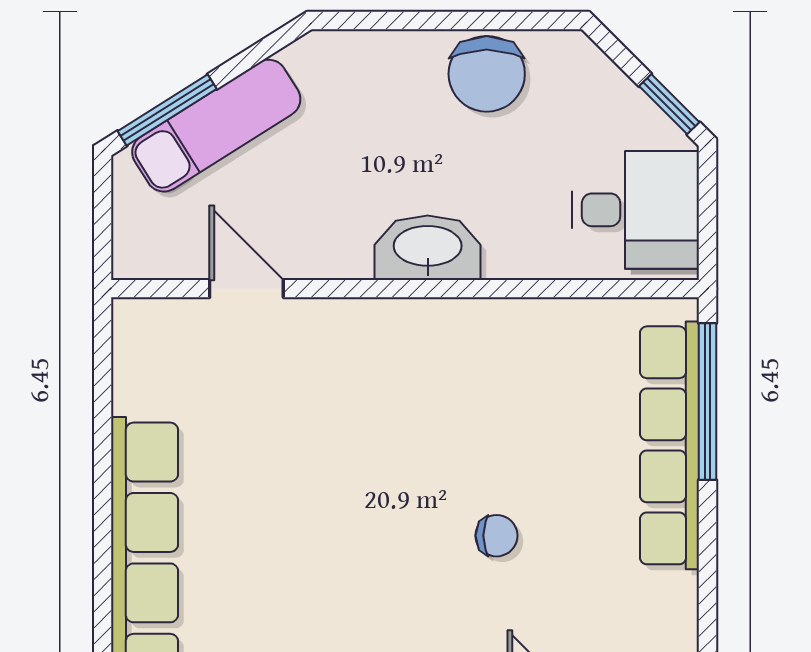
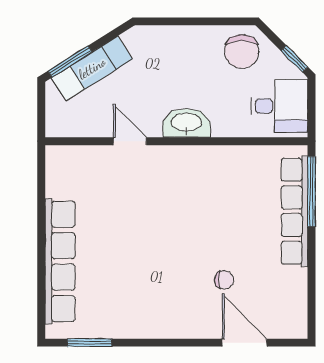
chair: (487, 74) -> (242, 51), moved
door: (246, 289) -> (130, 141), moved
chair: (497, 536) -> (224, 280), moved

